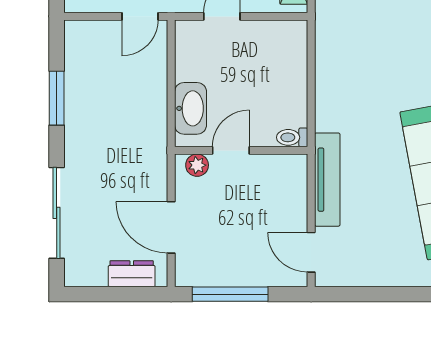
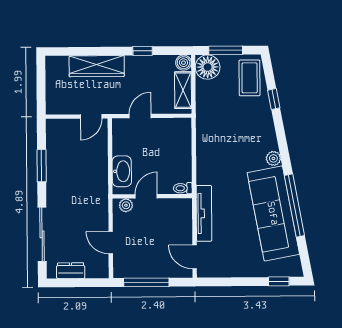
door: (171, 227) -> (111, 243), width x0.73
dresser: (132, 274) -> (71, 271), moved

